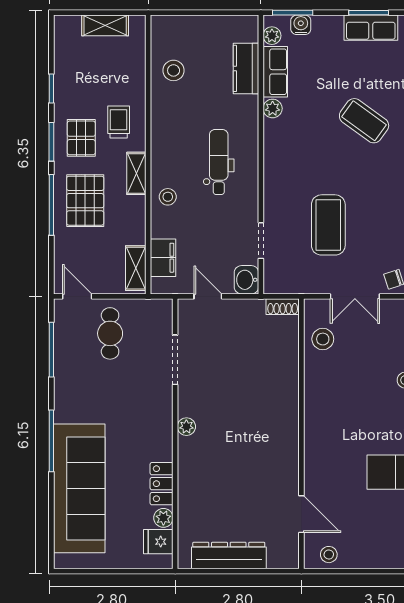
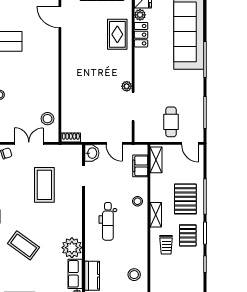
plant: (273, 108) -> (72, 248), width x1.88, depth x1.88
plant: (186, 427) -> (127, 86), moved
rug: (203, 484) -> (117, 34), added

